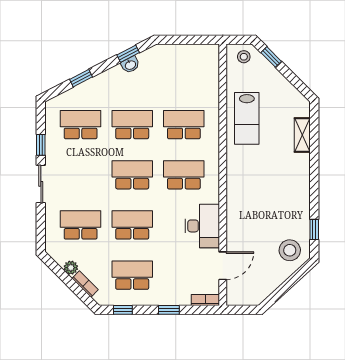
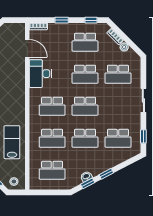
school desk: (184, 74) -> (52, 170), added
window: (81, 78) -> (106, 174), moved
window: (41, 145) -> (143, 136), moved
door: (223, 266) -> (27, 48), swing flipped

